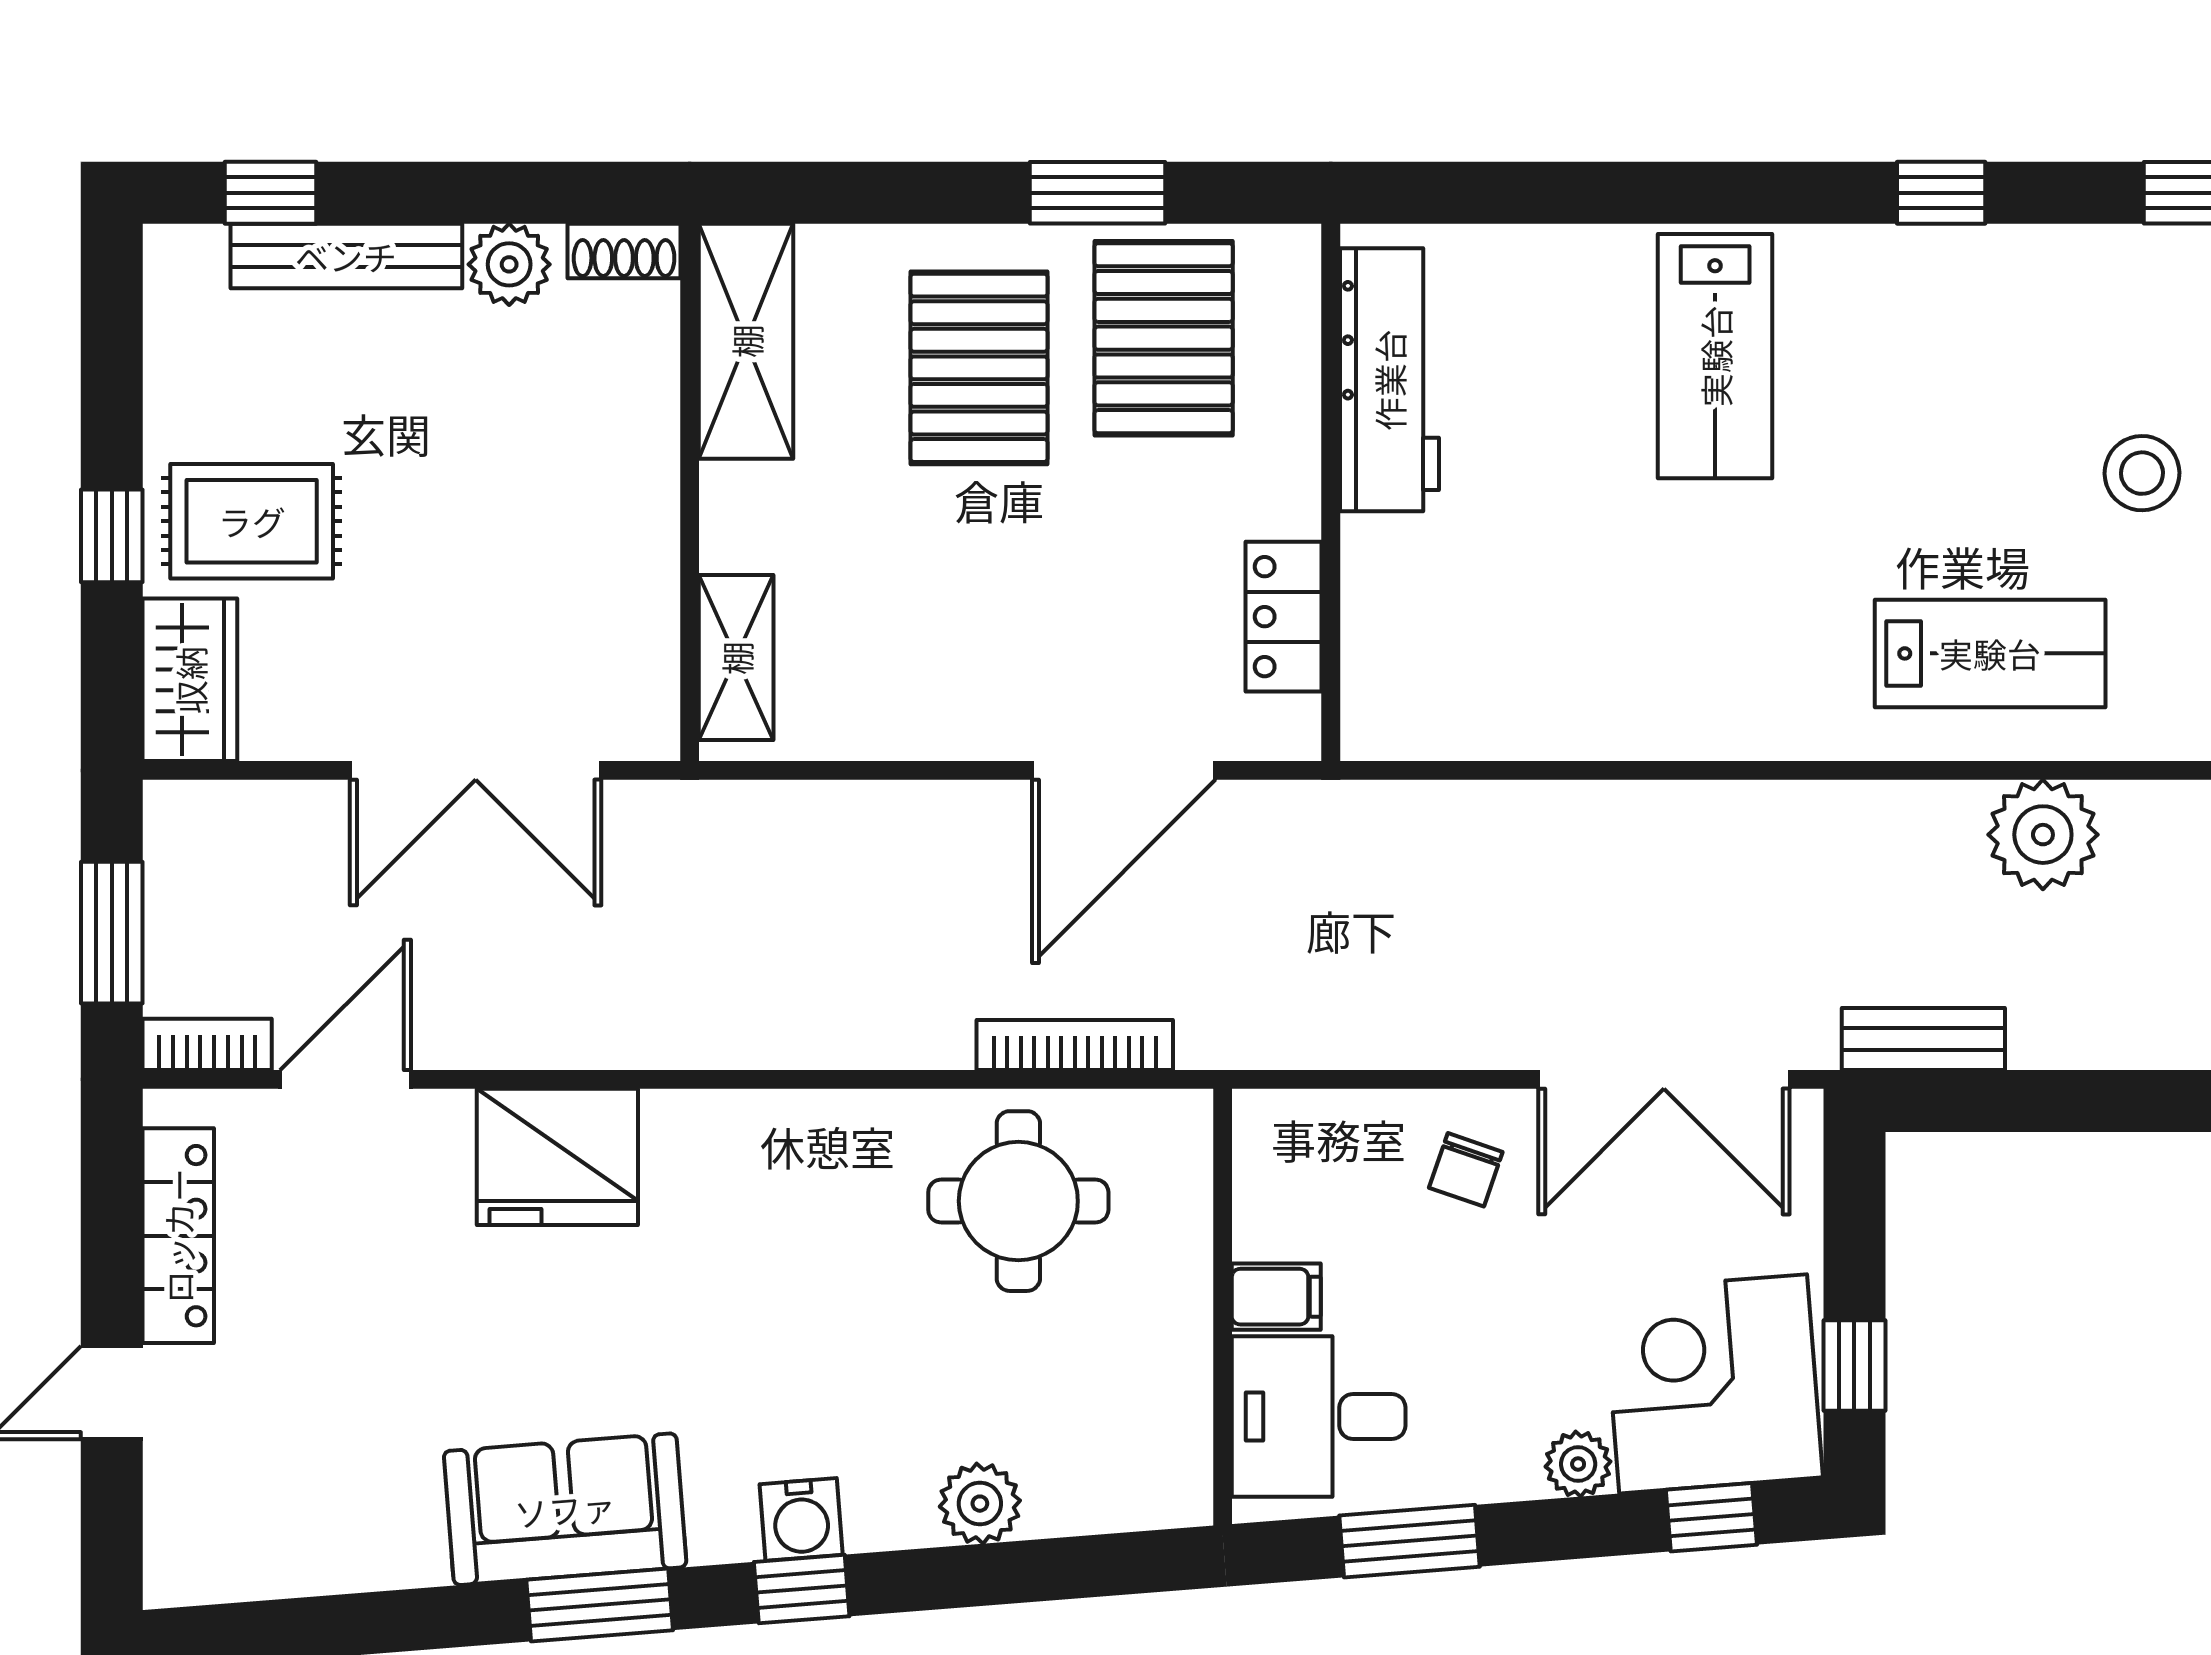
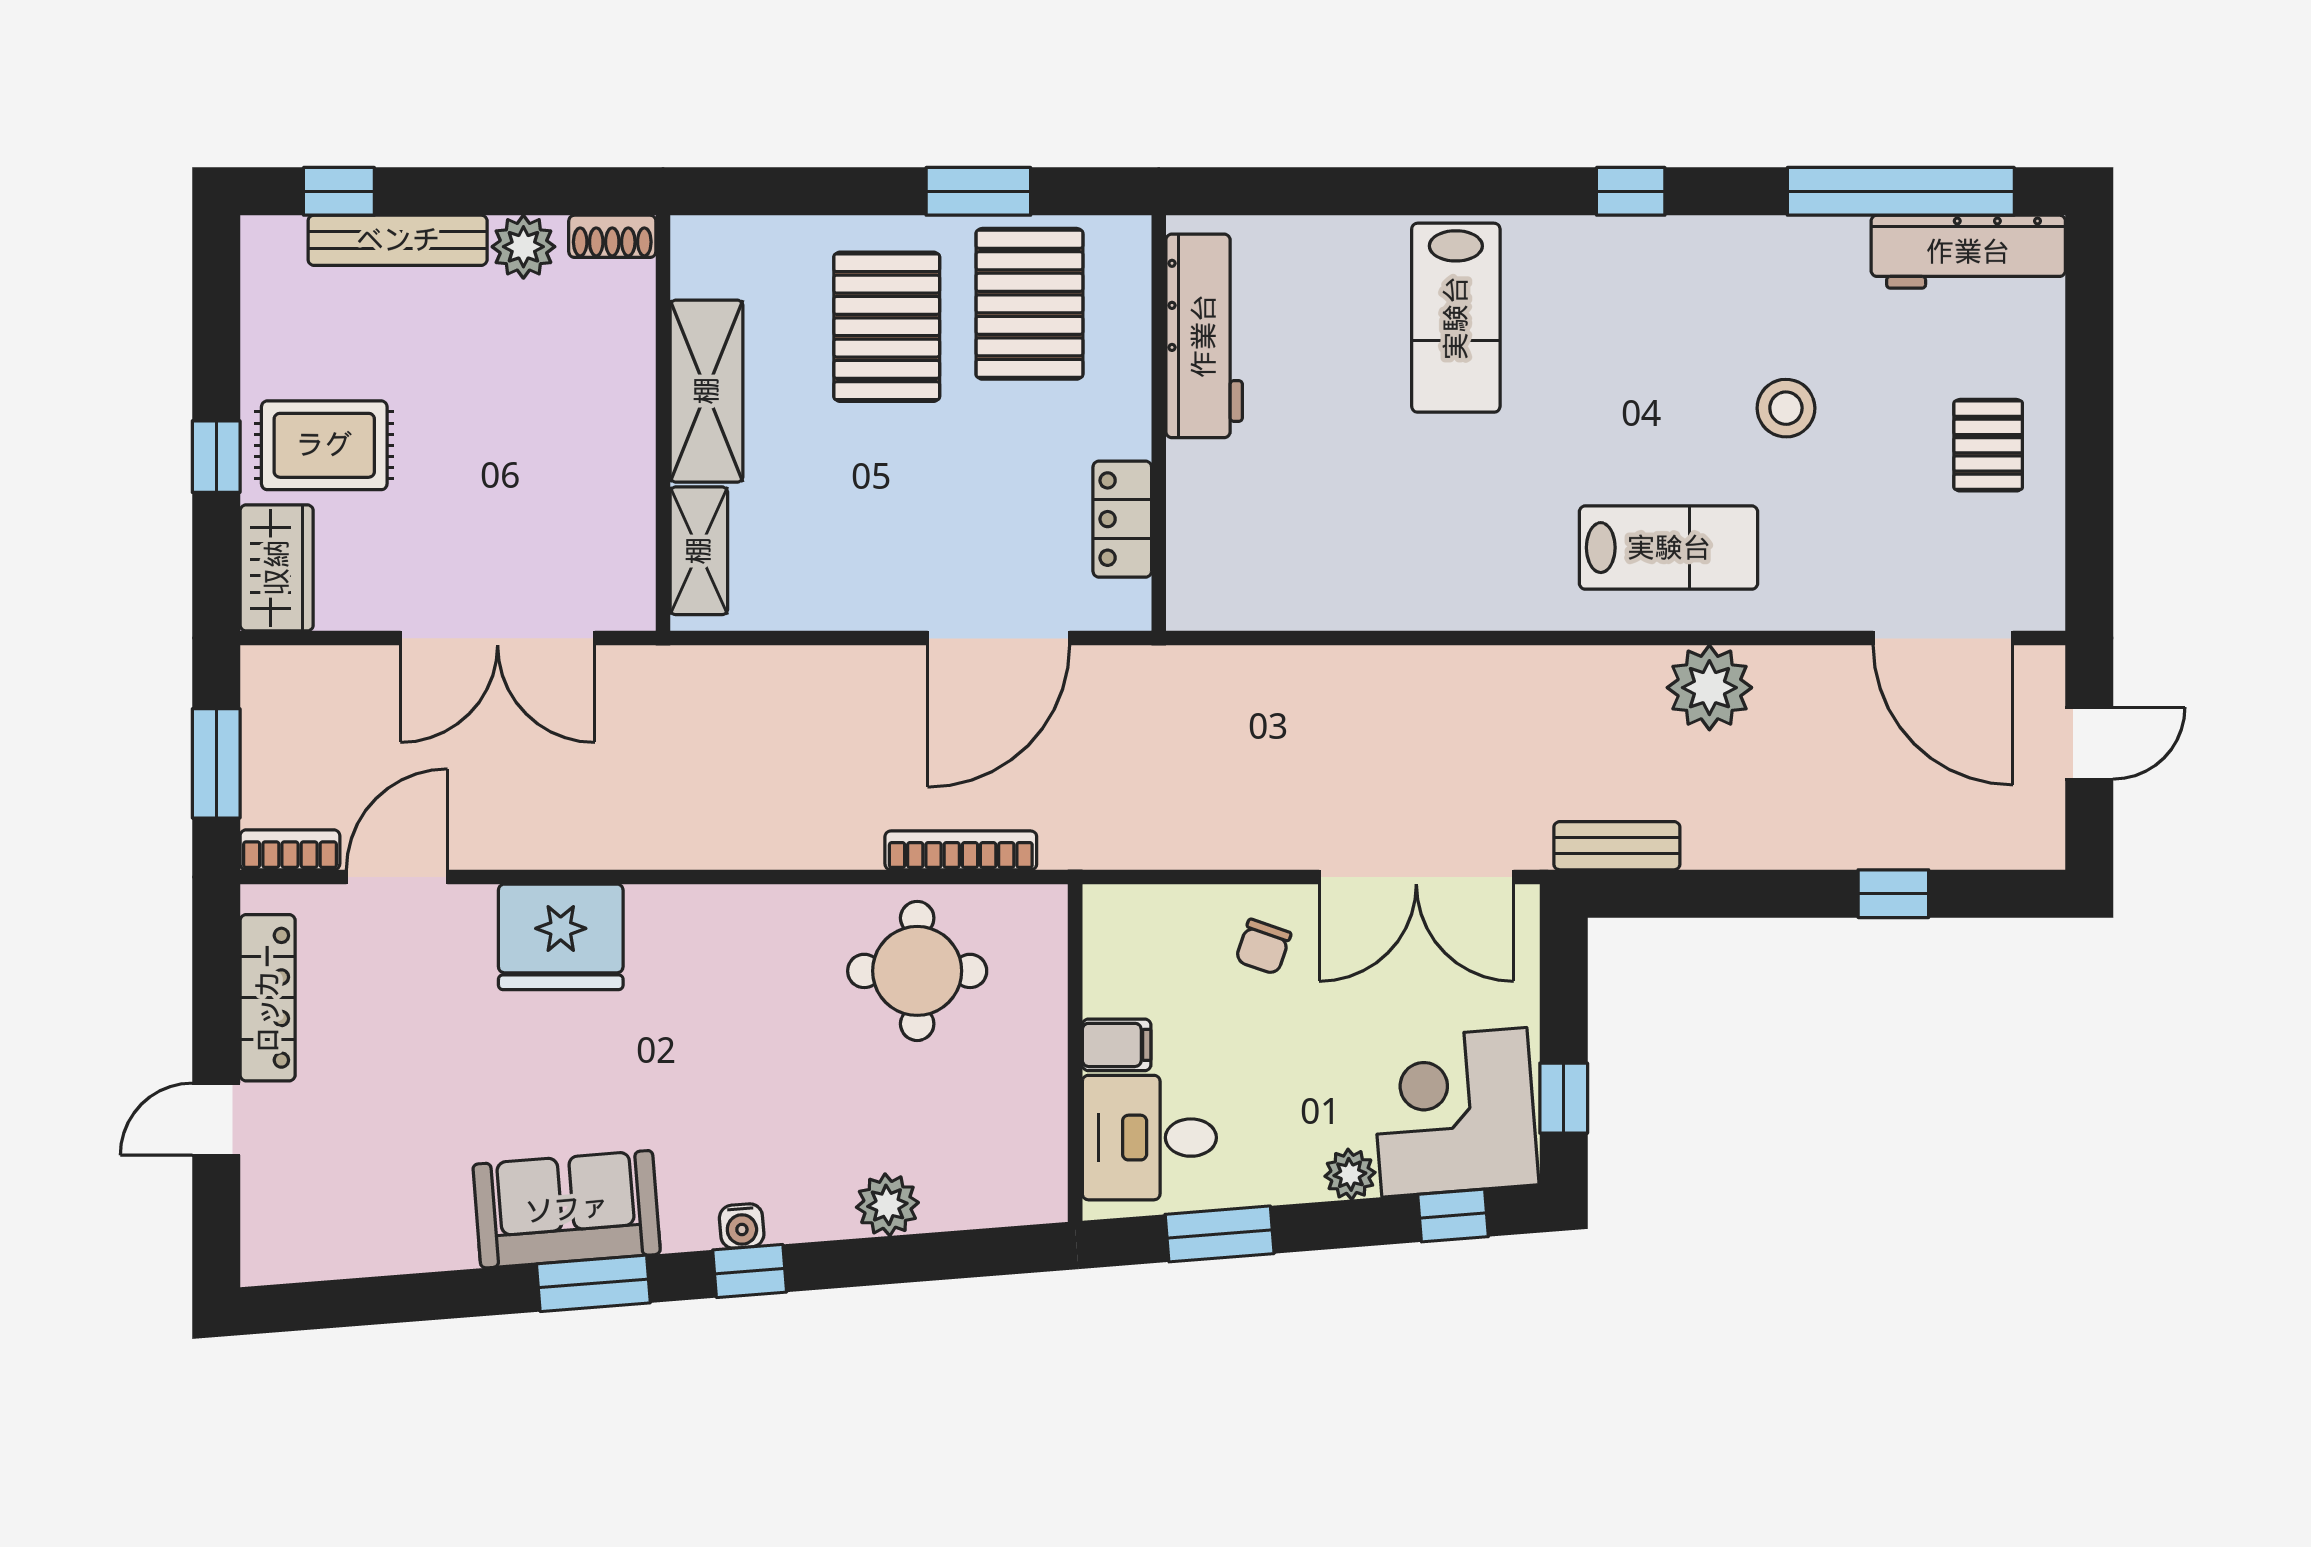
shelving: (746, 341) -> (707, 391), moved
water cooler: (801, 1519) -> (742, 1226), width x0.72, depth x0.72

